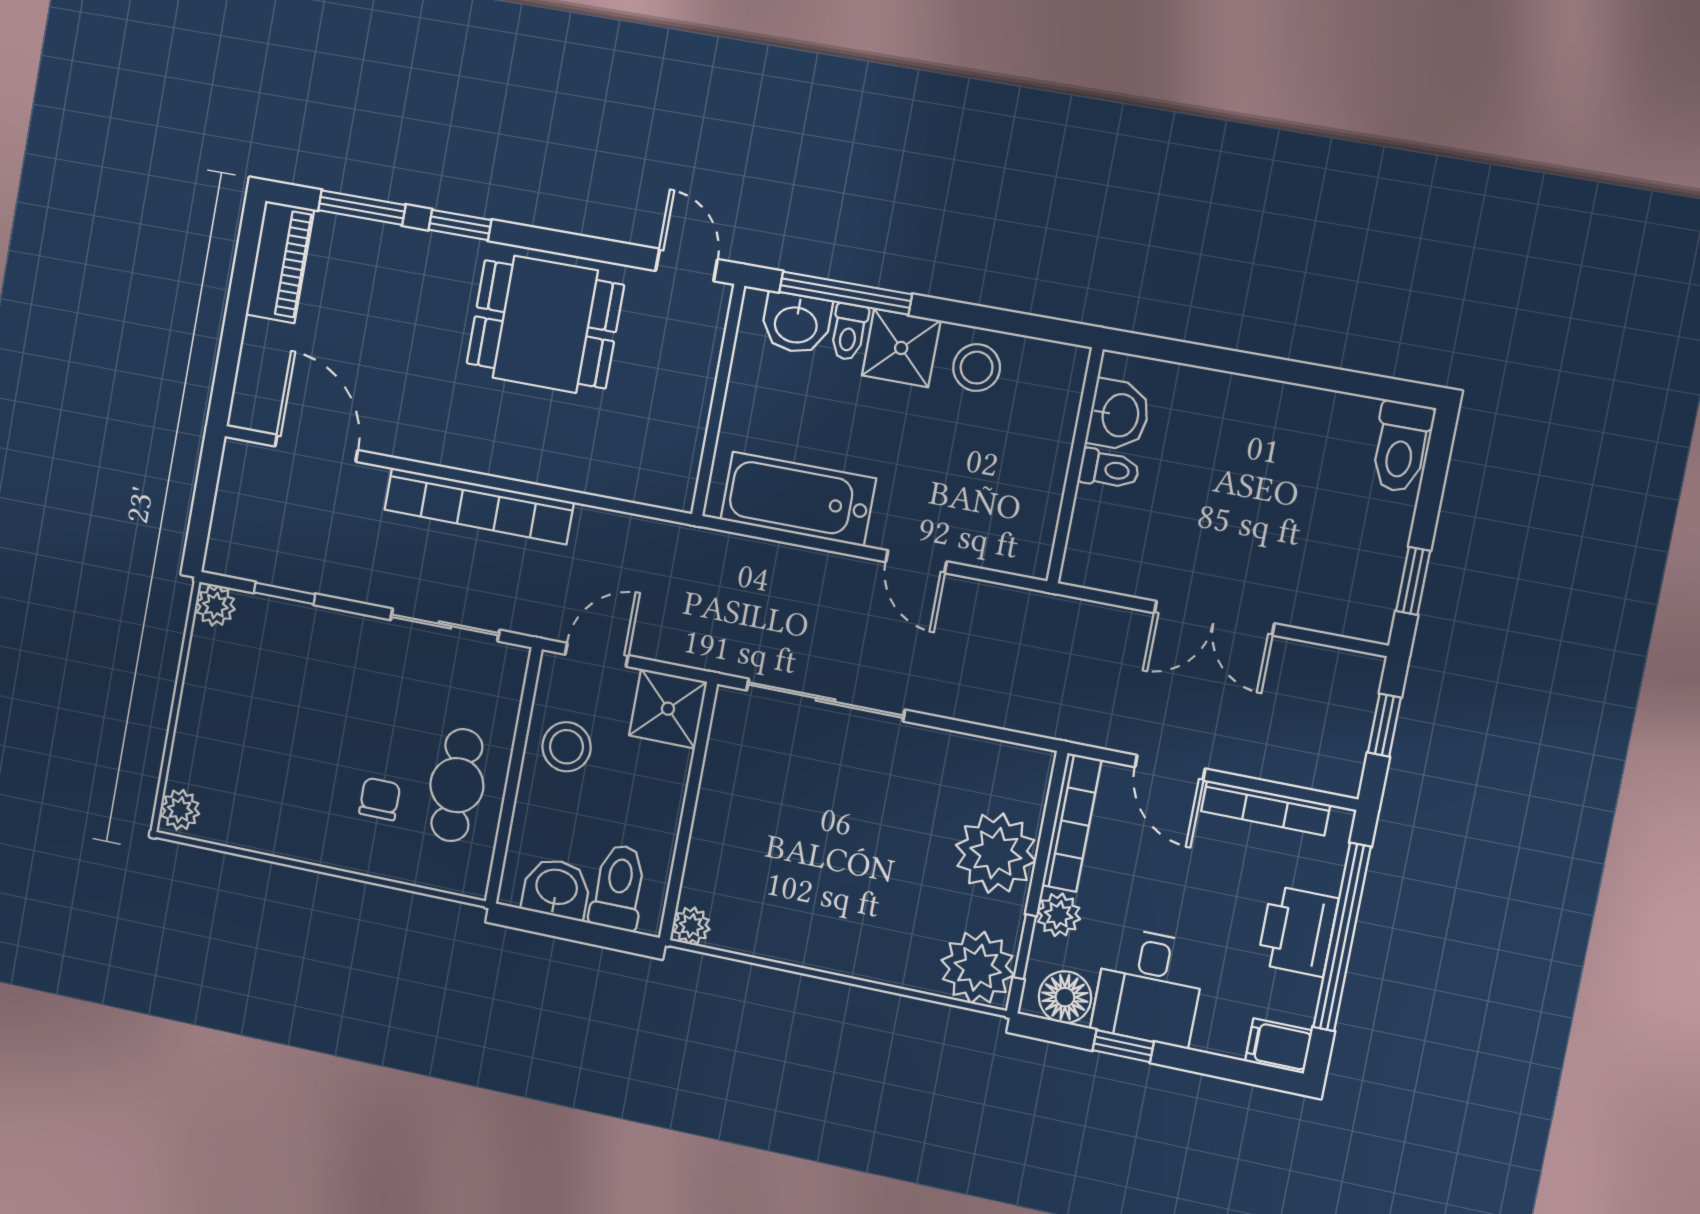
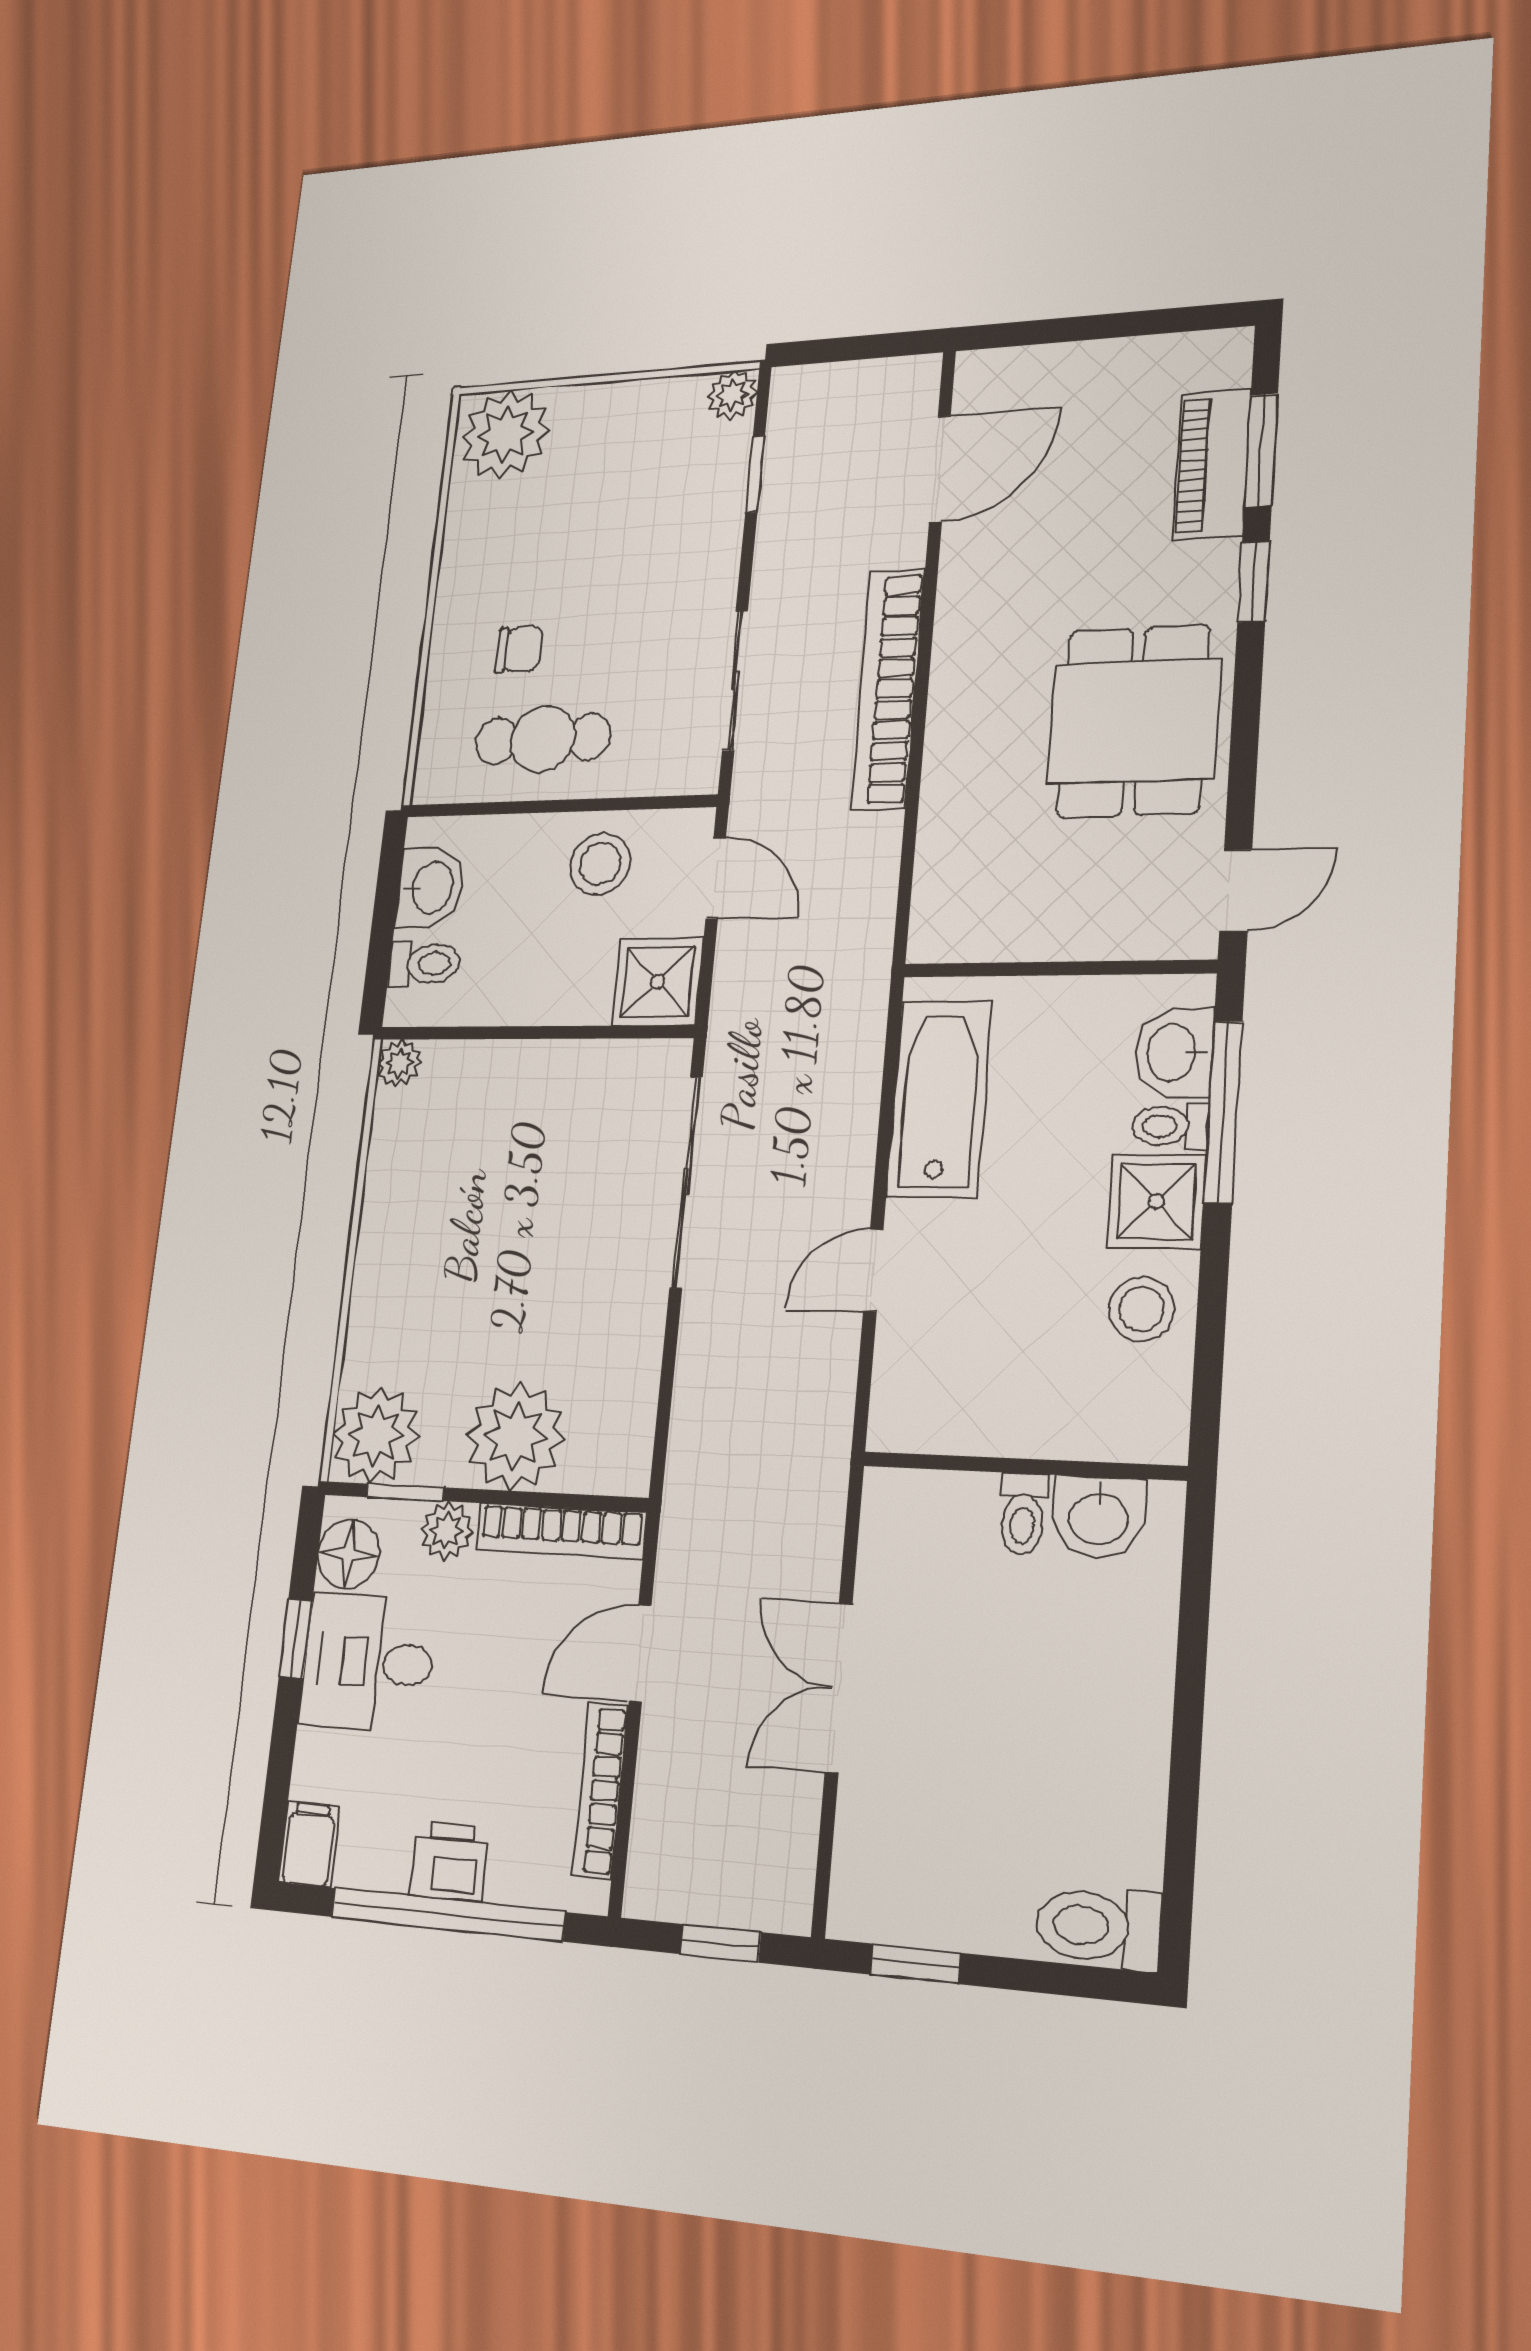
piano: (280, 262) -> (1212, 464), moved, turned 90
plant: (180, 810) -> (505, 434), width x1.88, depth x1.88
toilet: (618, 887) -> (424, 964), width x0.73, depth x0.72
printer: (1298, 931) -> (449, 1862), width x0.73, depth x0.81

